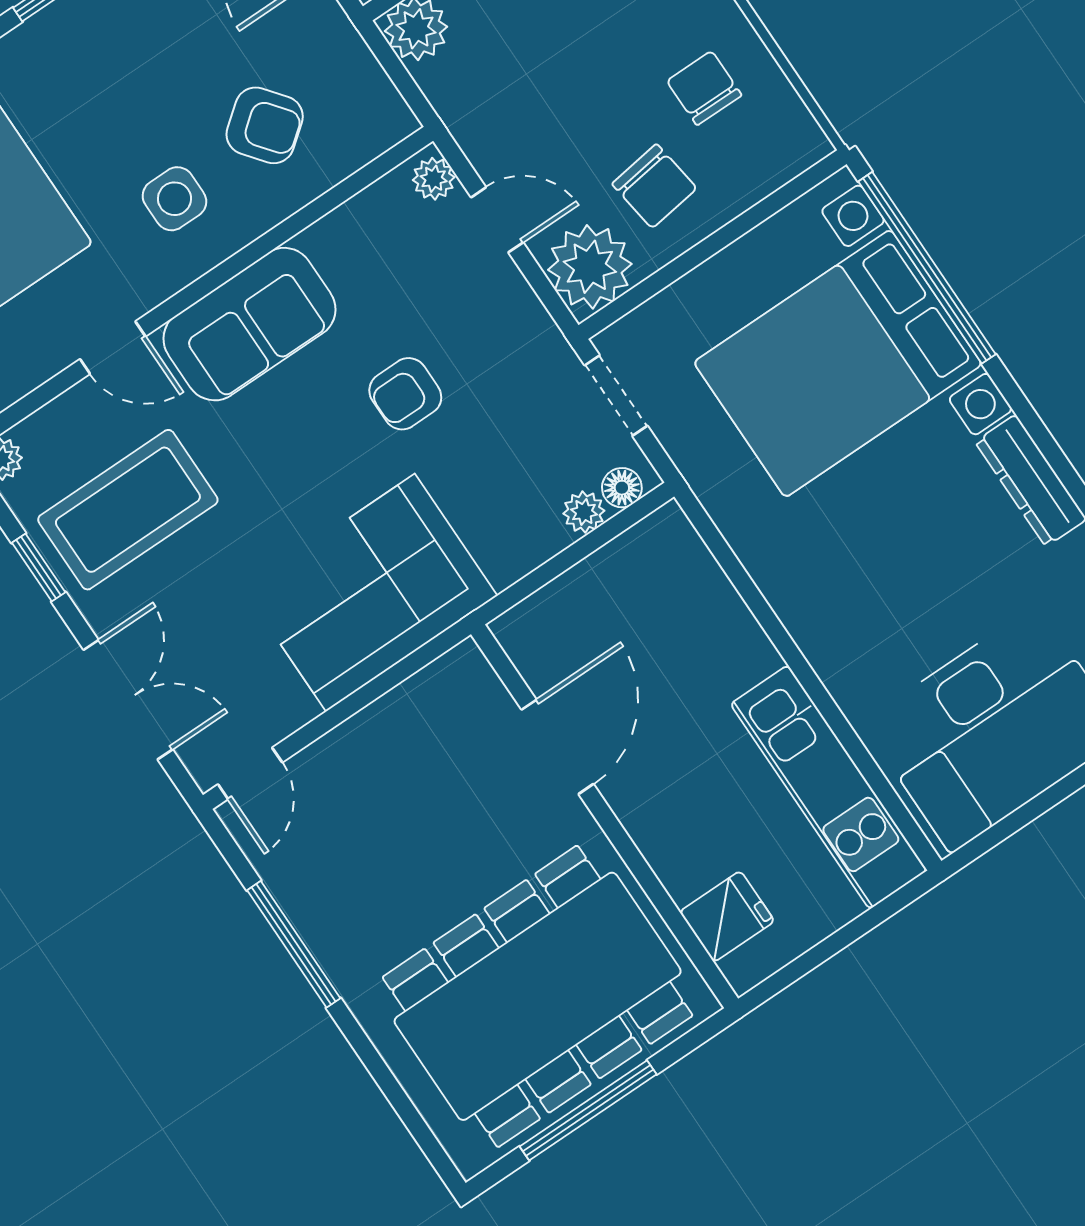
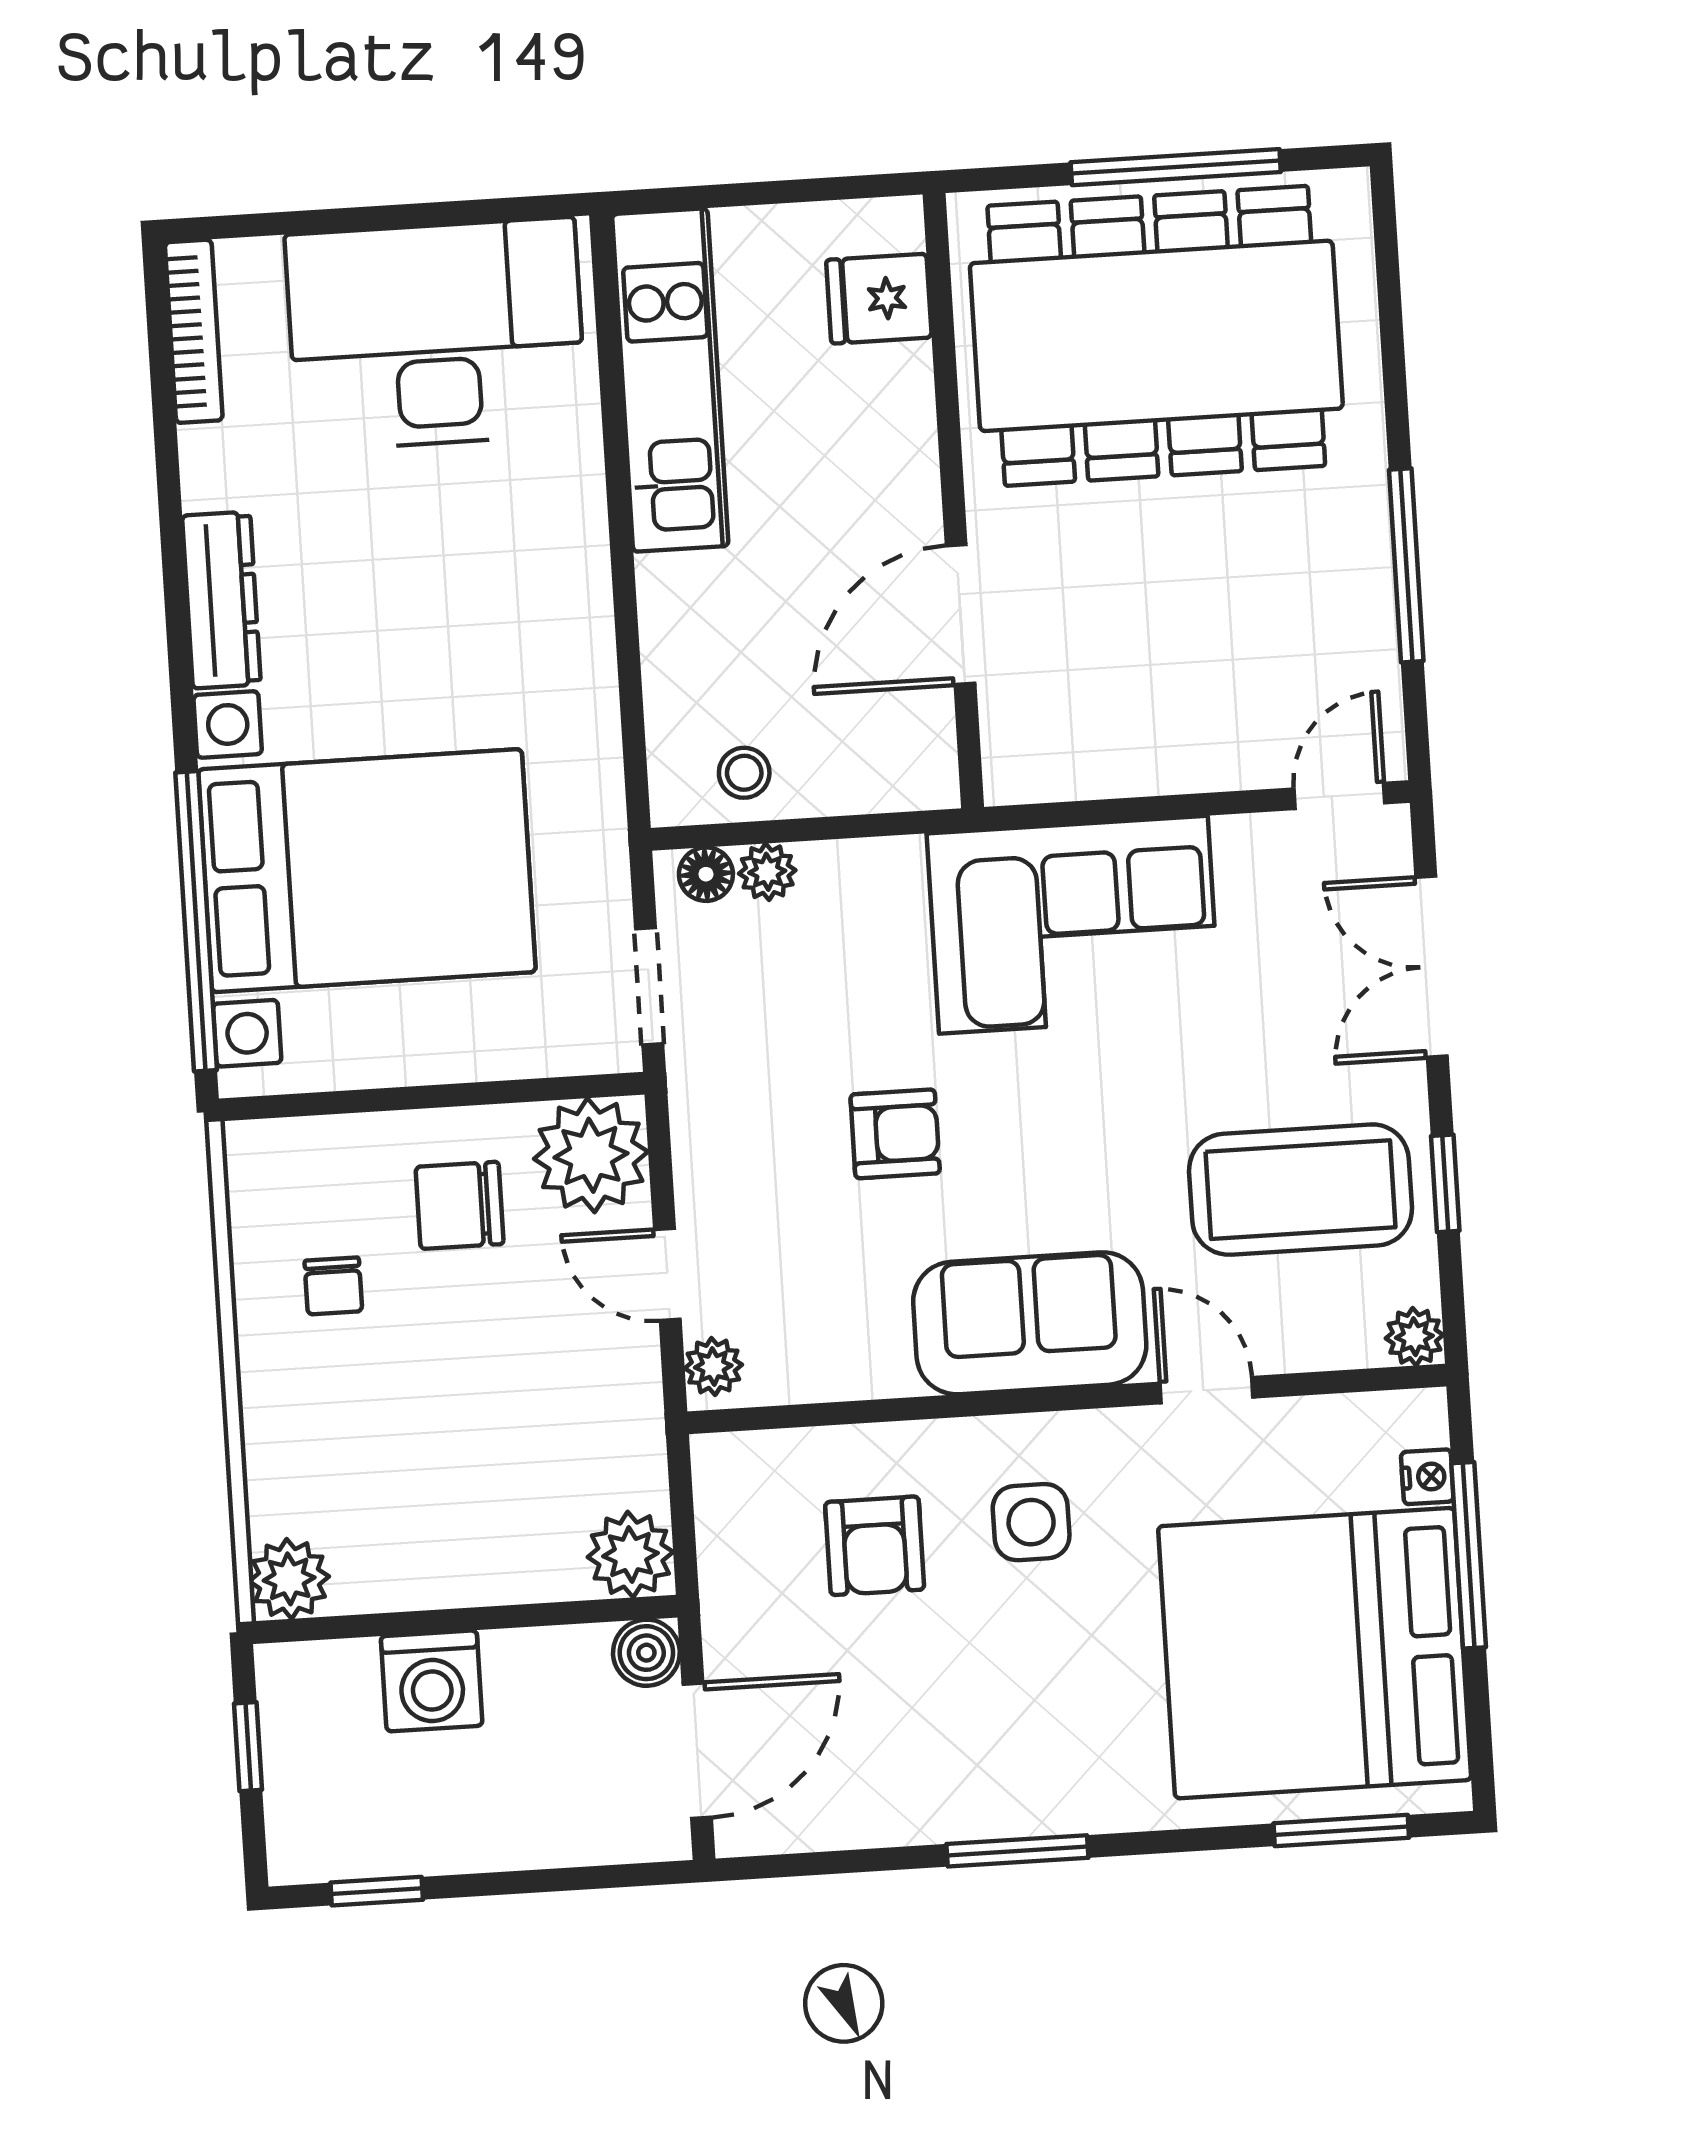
chair: (704, 88) -> (333, 1286), width x0.73, depth x0.73
armchair: (265, 125) -> (875, 1546), turned -142
chair: (654, 186) -> (460, 1205), turned -82
stool: (635, 566) -> (744, 773), added

